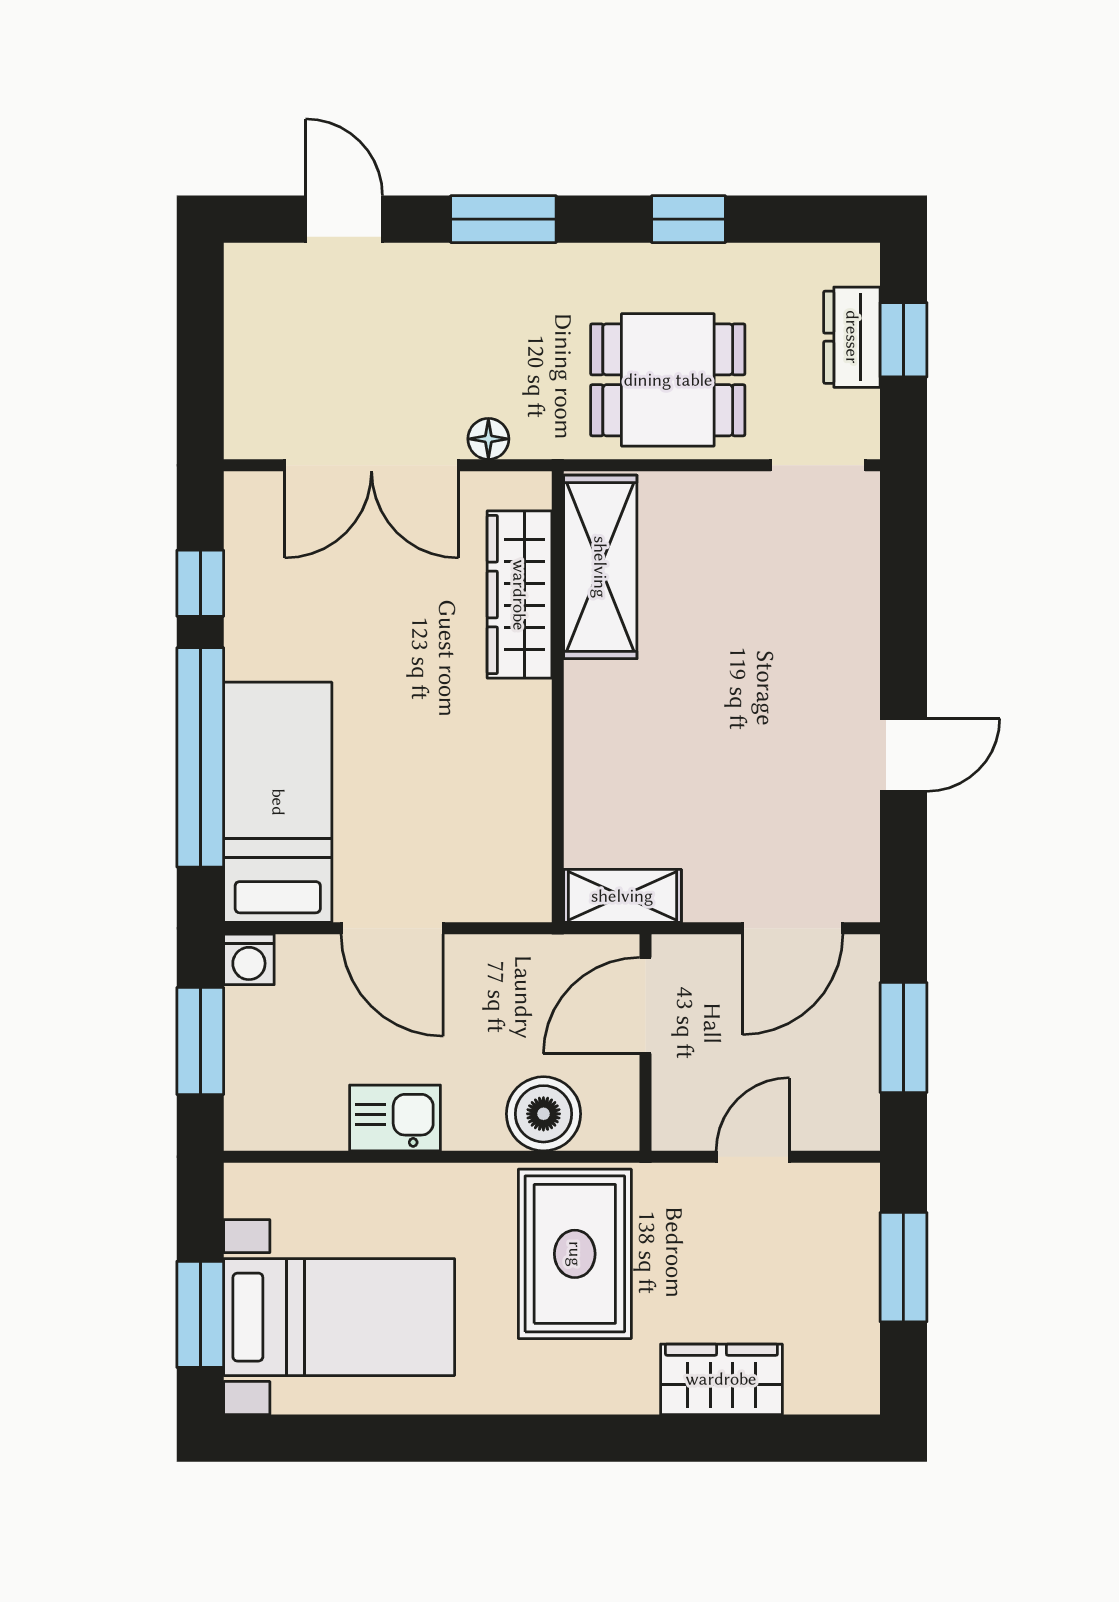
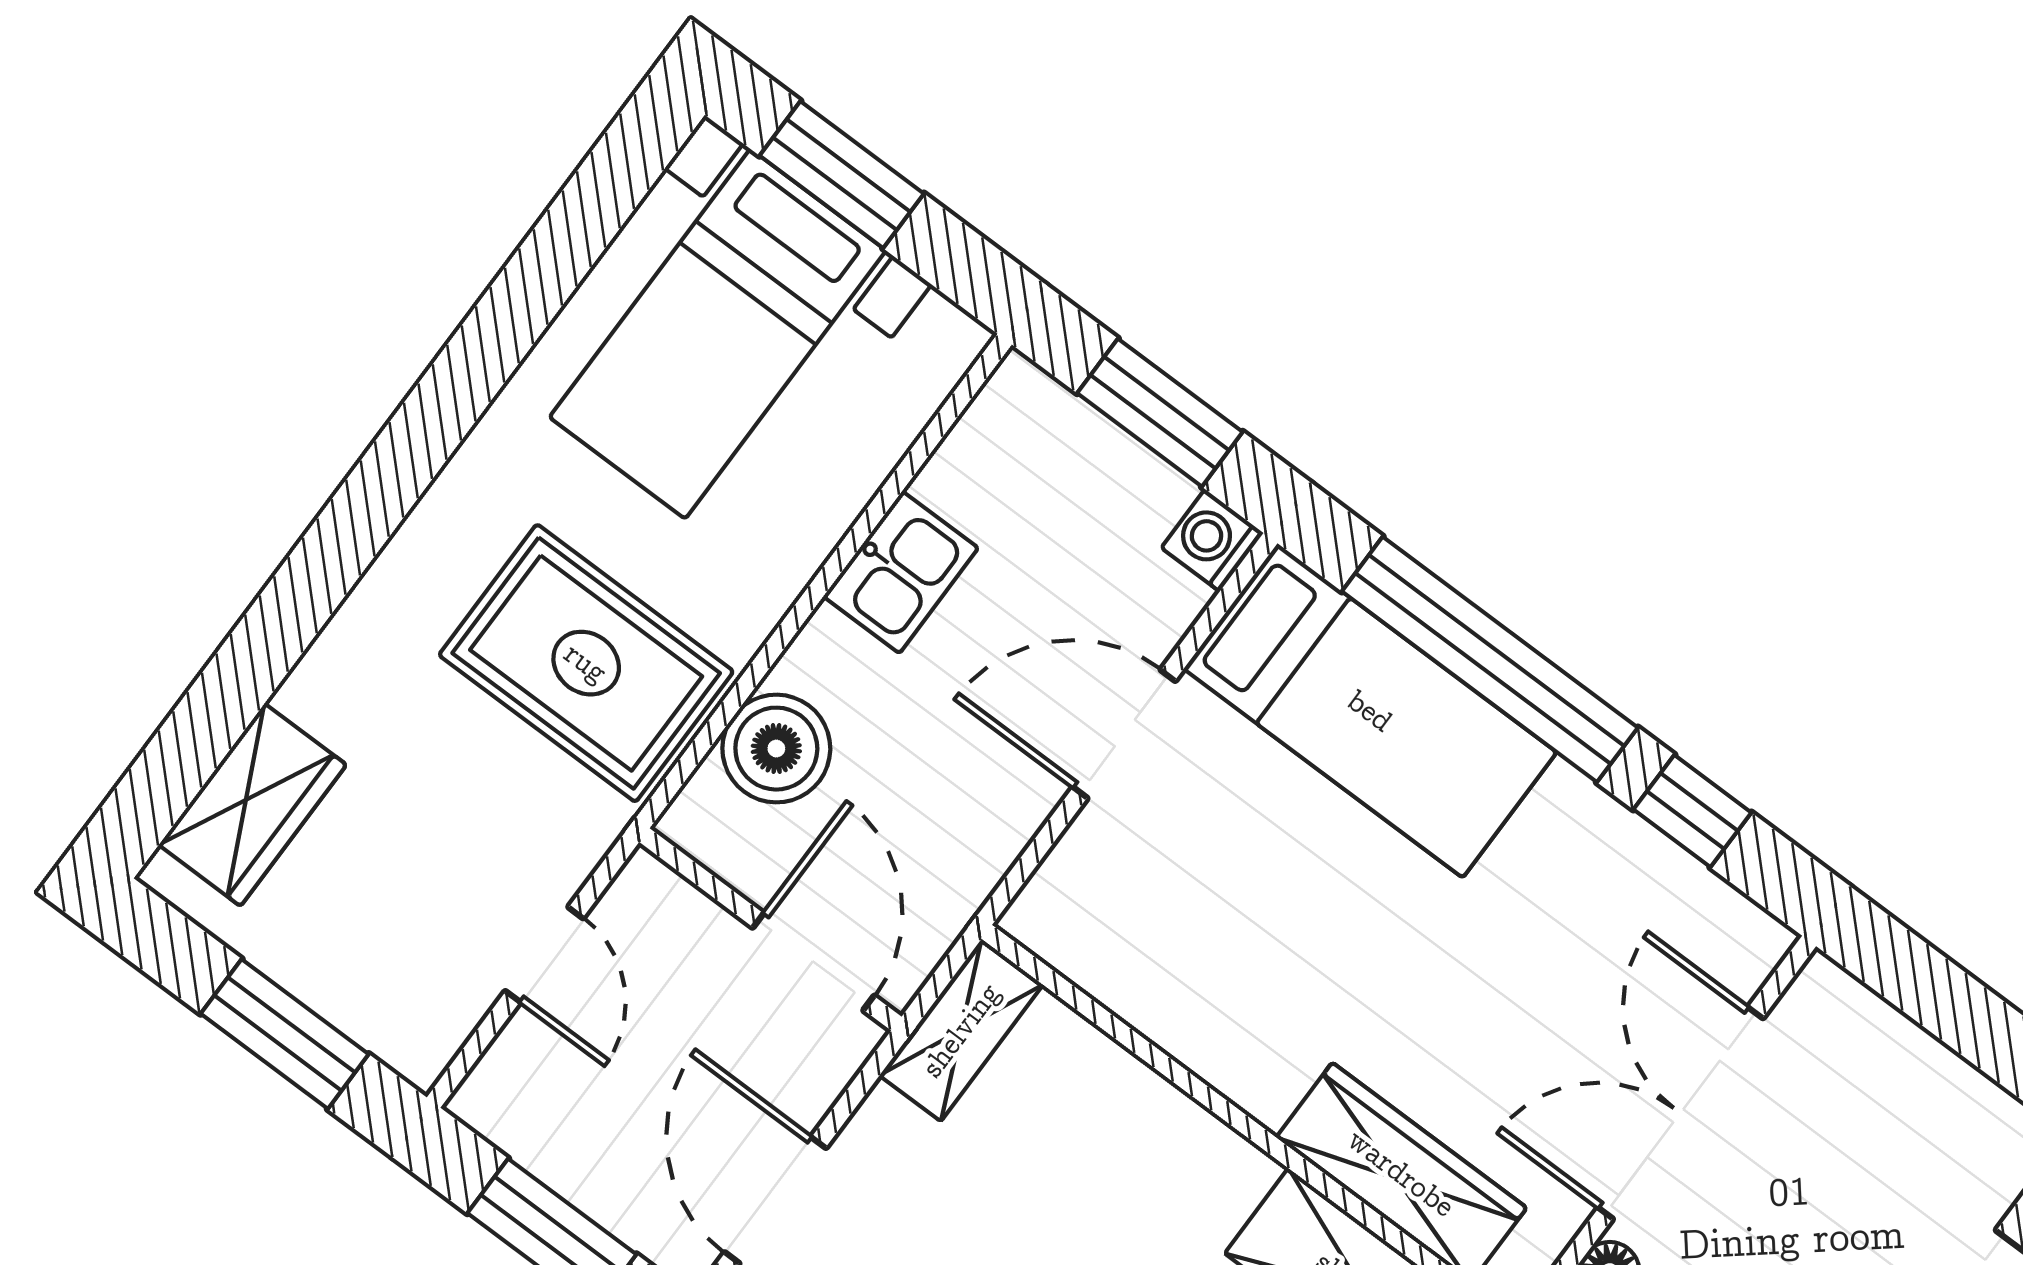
wardrobe: (721, 1379) -> (253, 805), moved

